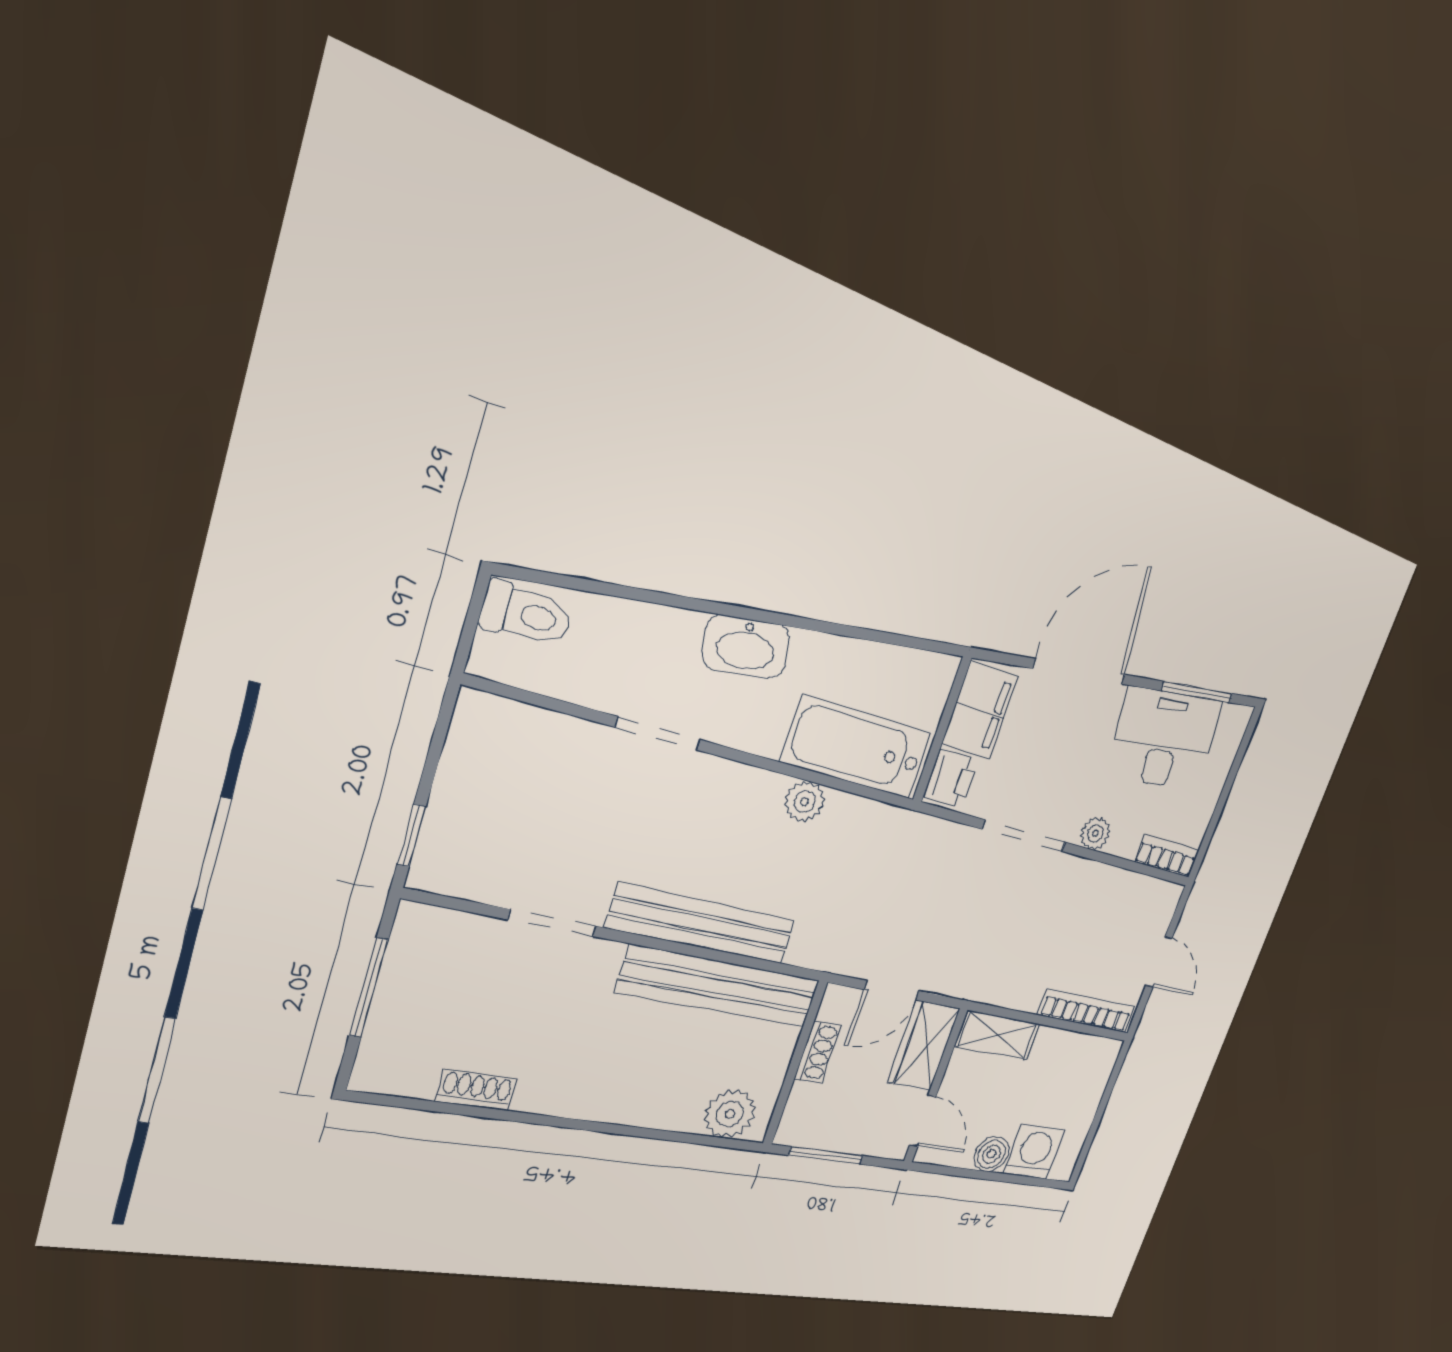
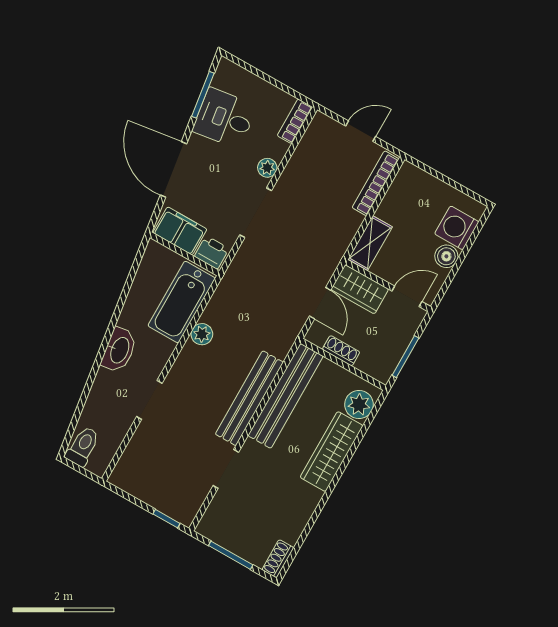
desk: (1164, 739) -> (224, 118), width x0.73
shoe rack: (476, 1090) -> (278, 559), moved
wardrobe: (634, 1100) -> (332, 452), added

